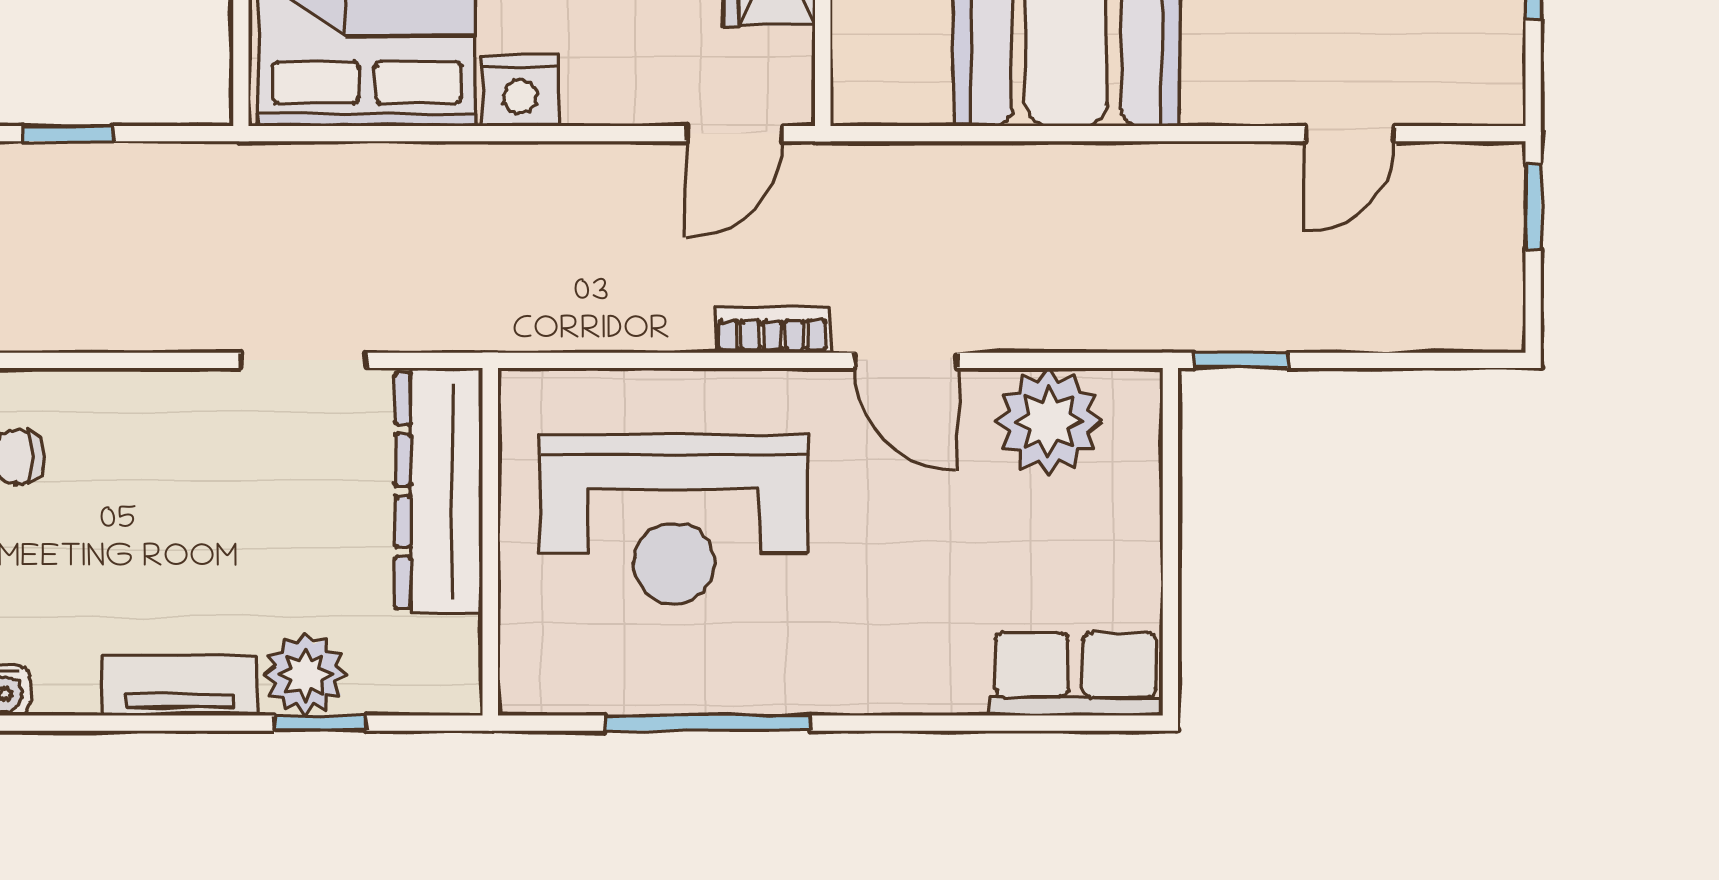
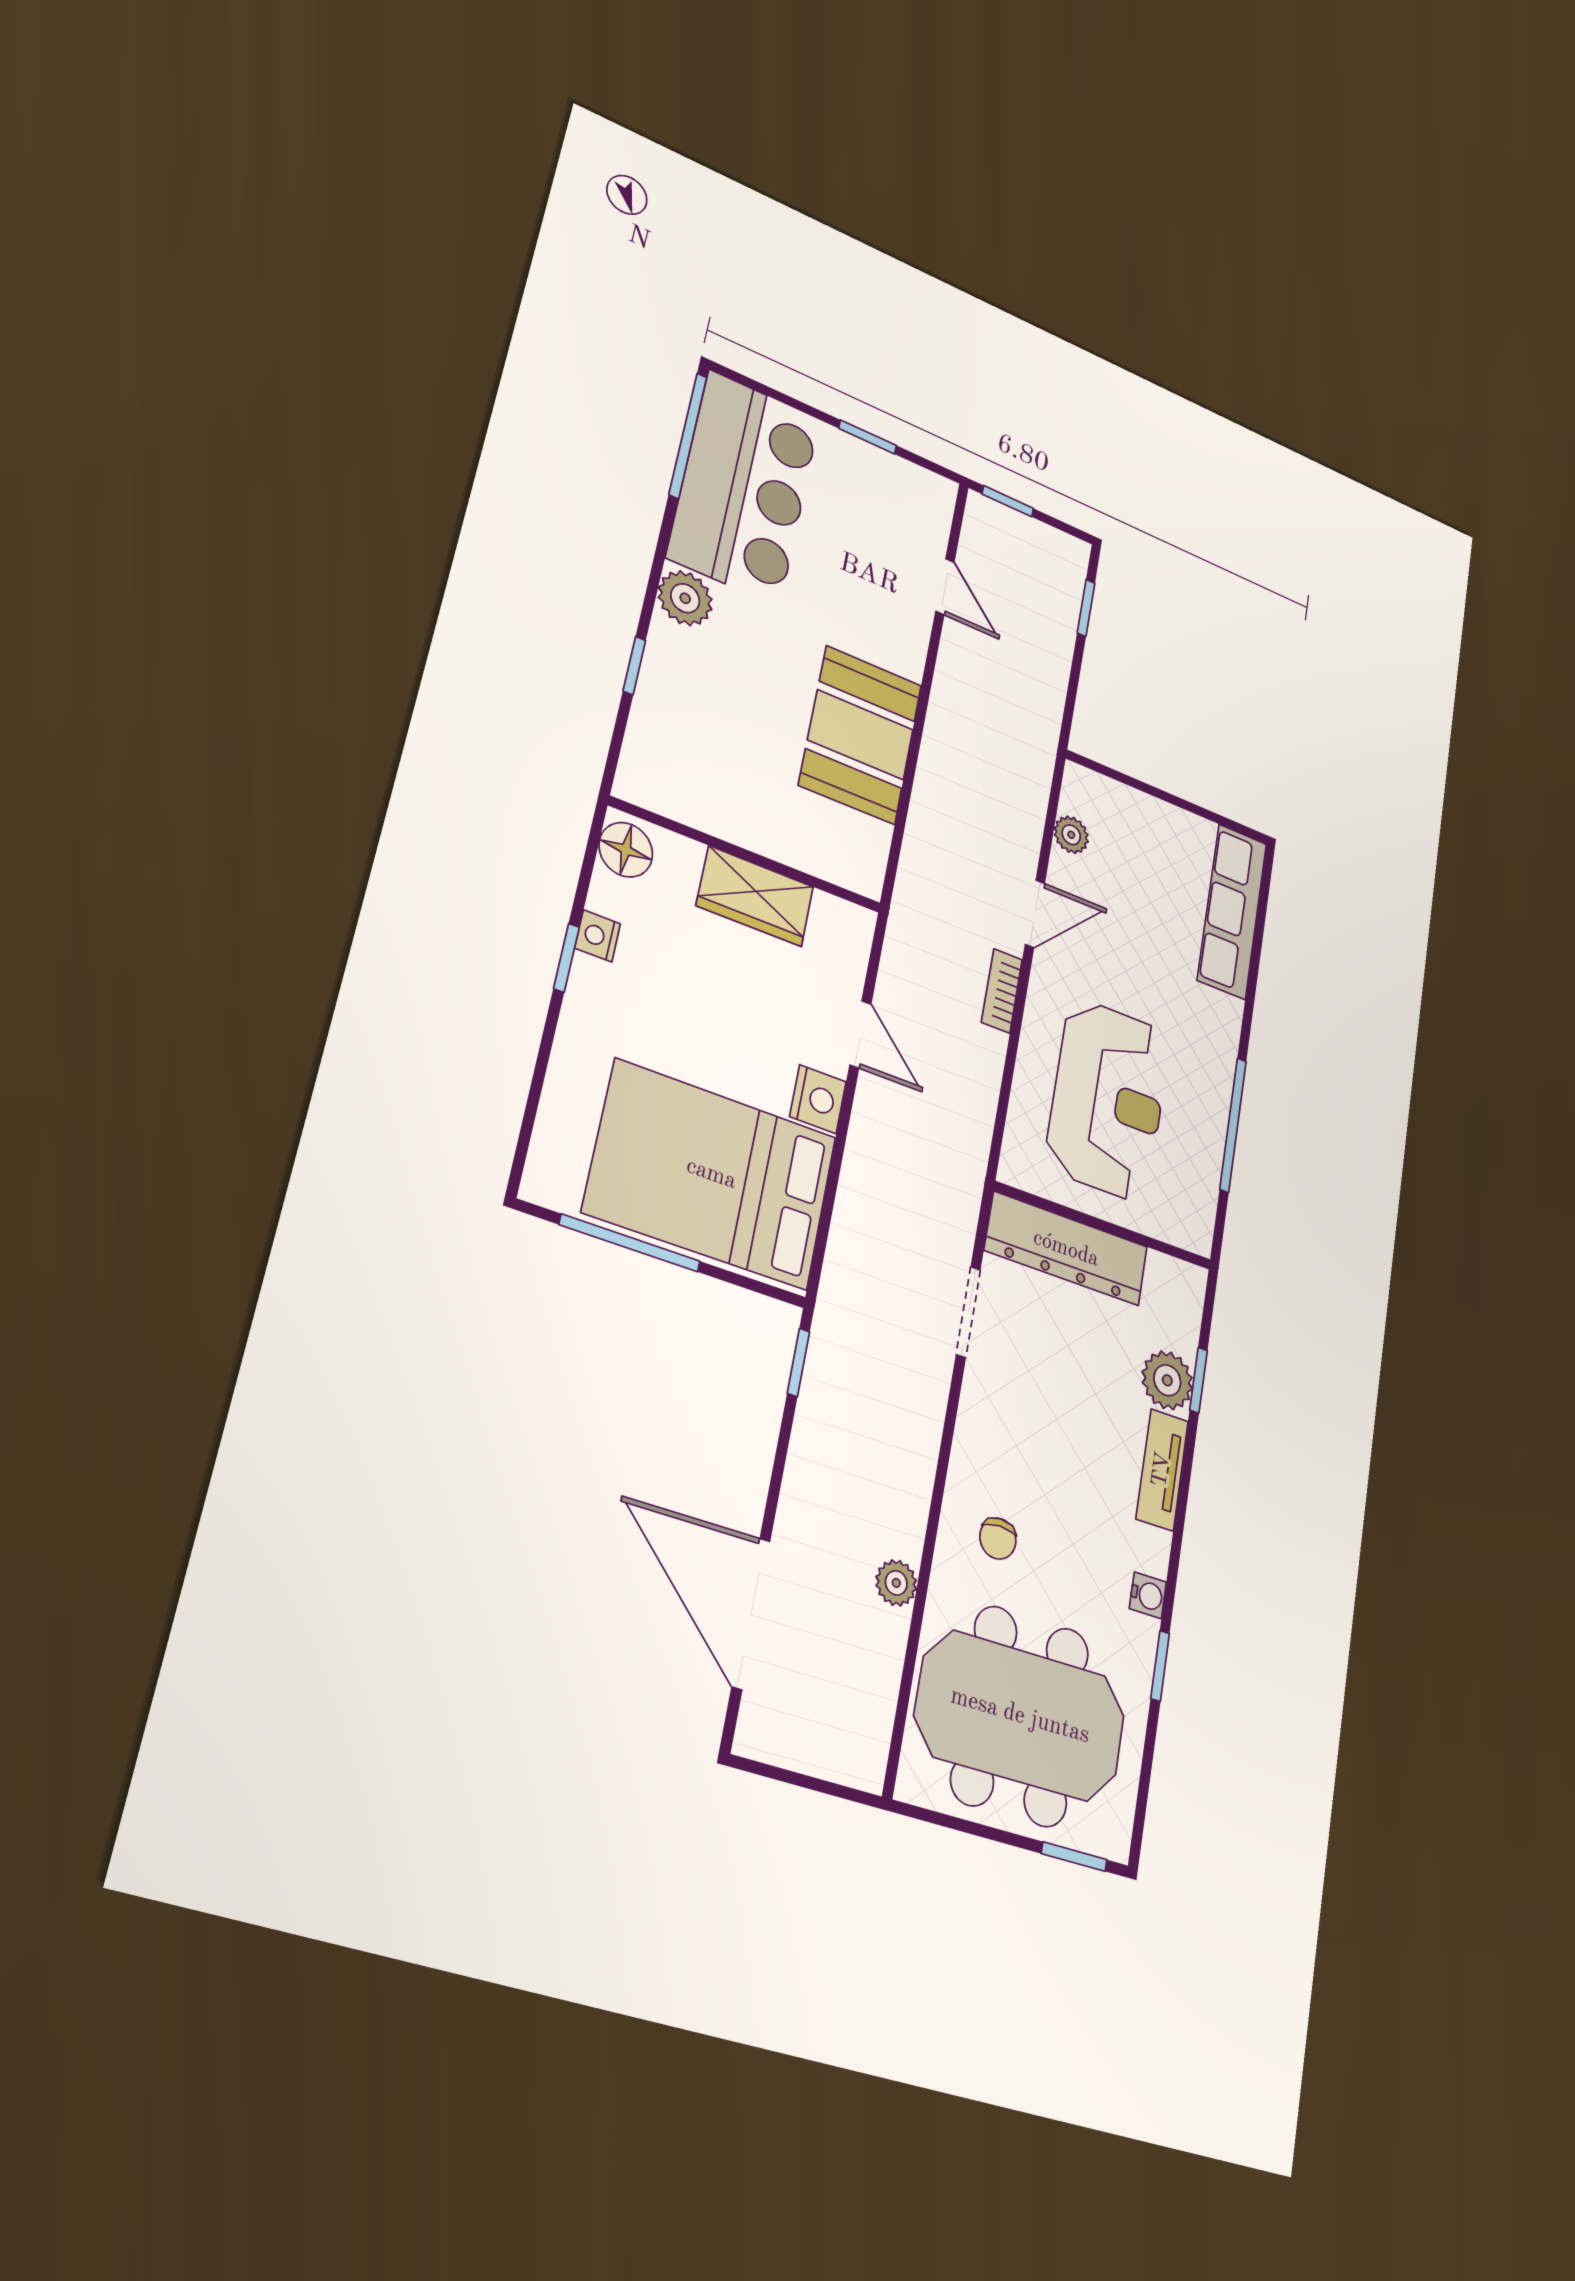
window: (69, 134) -> (798, 1362), moved
door: (734, 134) -> (860, 1034), moved
window: (1241, 360) -> (1086, 608), moved
plant: (1048, 422) -> (1071, 835), width x0.53, depth x0.53
row of seats: (1075, 674) -> (1232, 911), width x1.48

